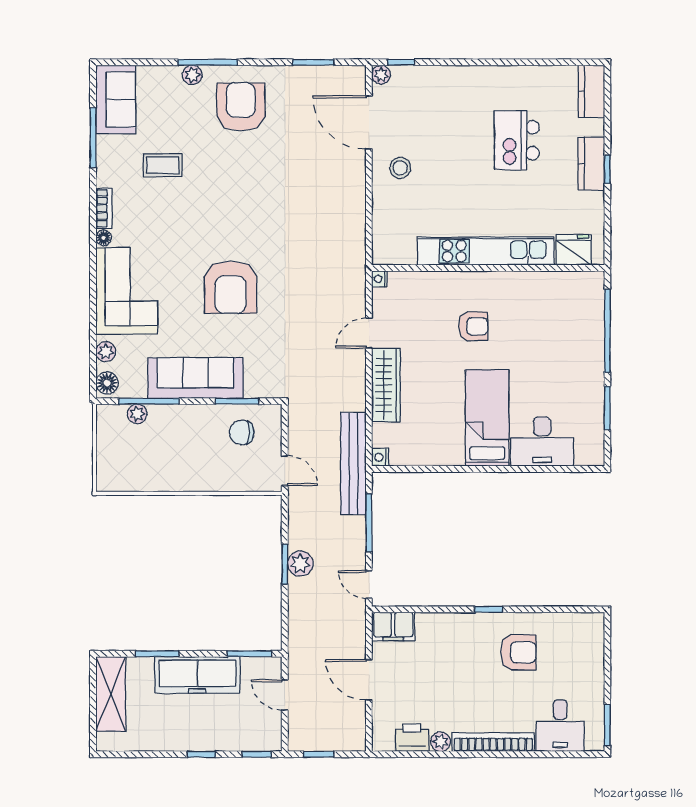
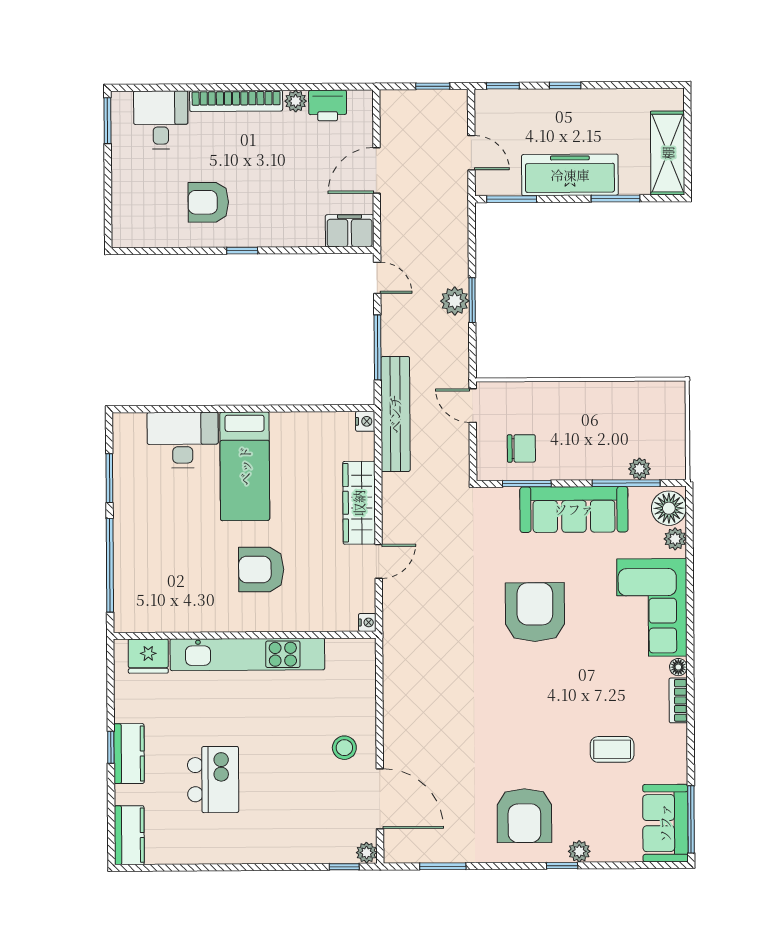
window: (208, 62) -> (562, 866), width x0.46
window: (93, 138) -> (691, 819), moved
armchair: (473, 326) -> (261, 569), width x1.38, depth x1.38
floor lamp: (107, 383) -> (669, 508), width x1.38, depth x1.38
door: (369, 680) -> (377, 170), swing flipped

